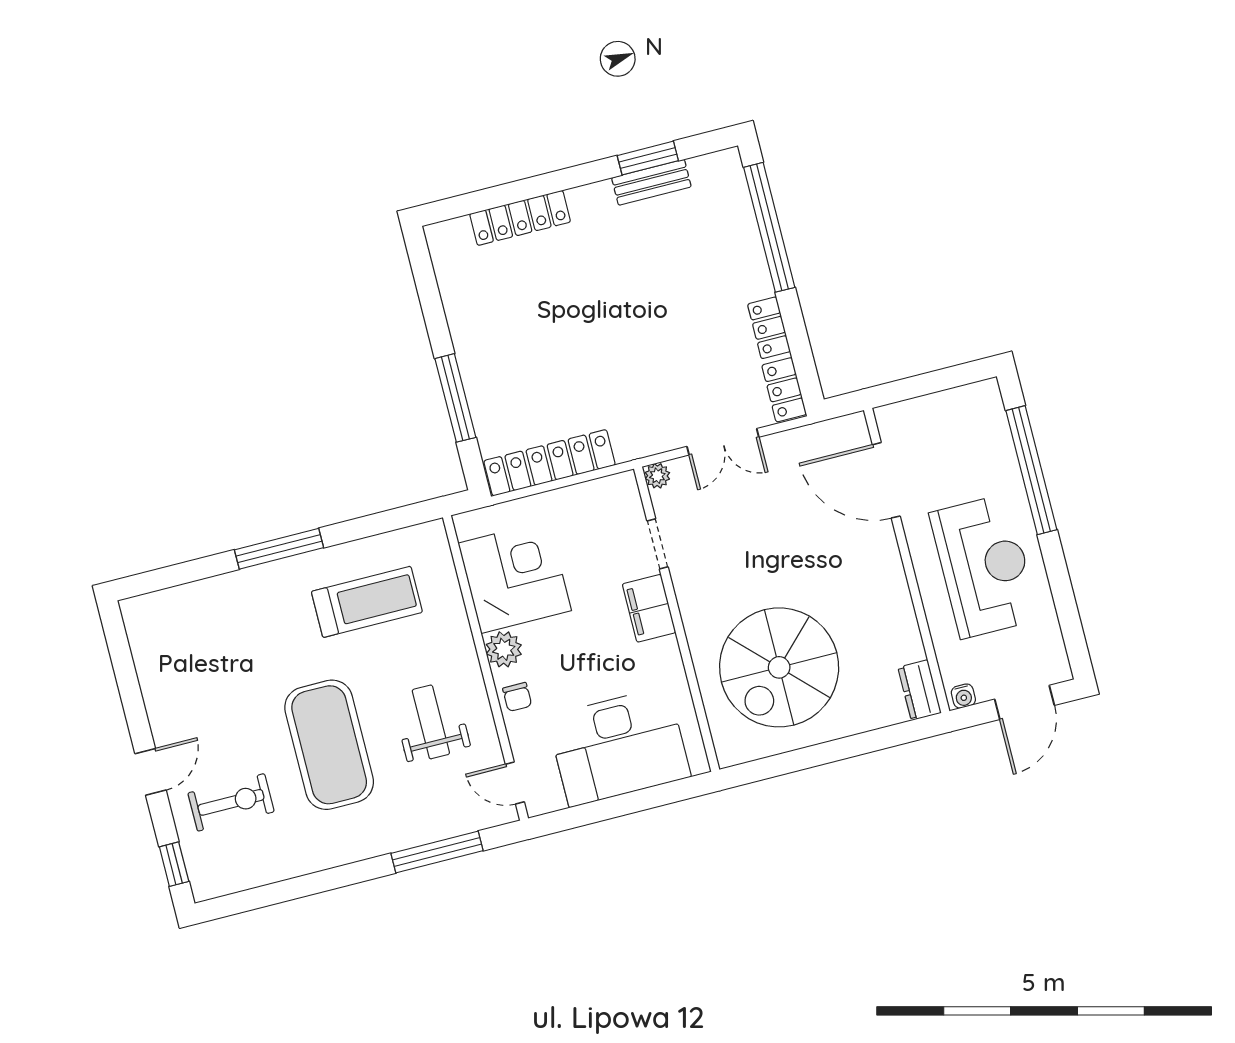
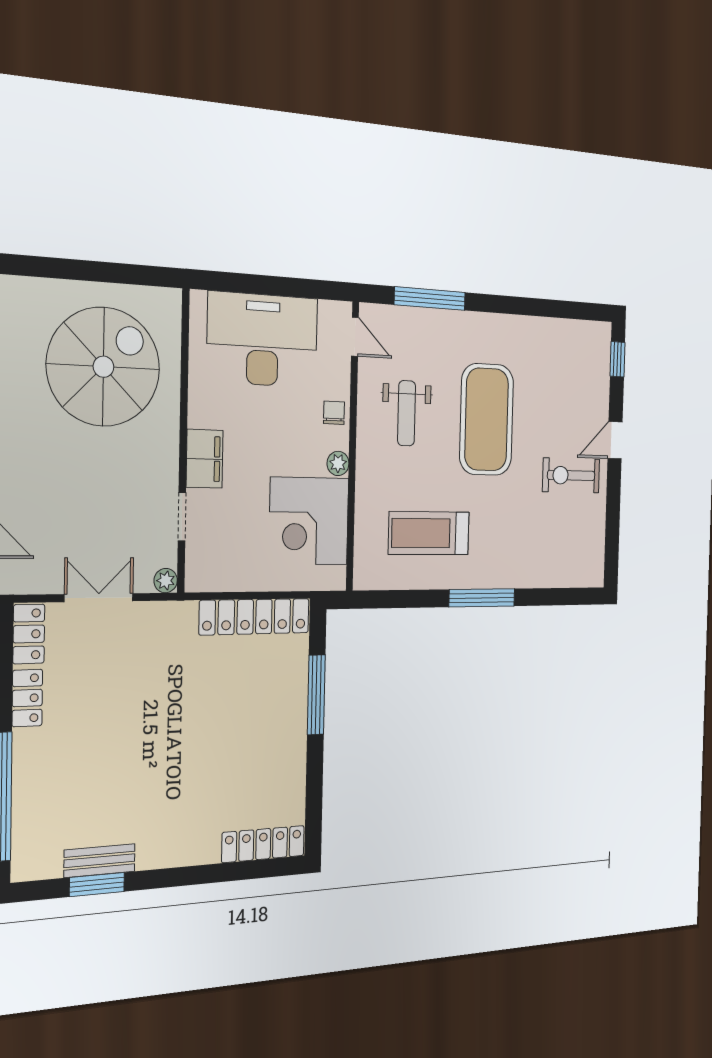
locker: (520, 218) -> (263, 844), moved
plant: (504, 649) -> (338, 463), width x0.73, depth x0.73
exercise bike: (231, 802) -> (571, 475), moved

